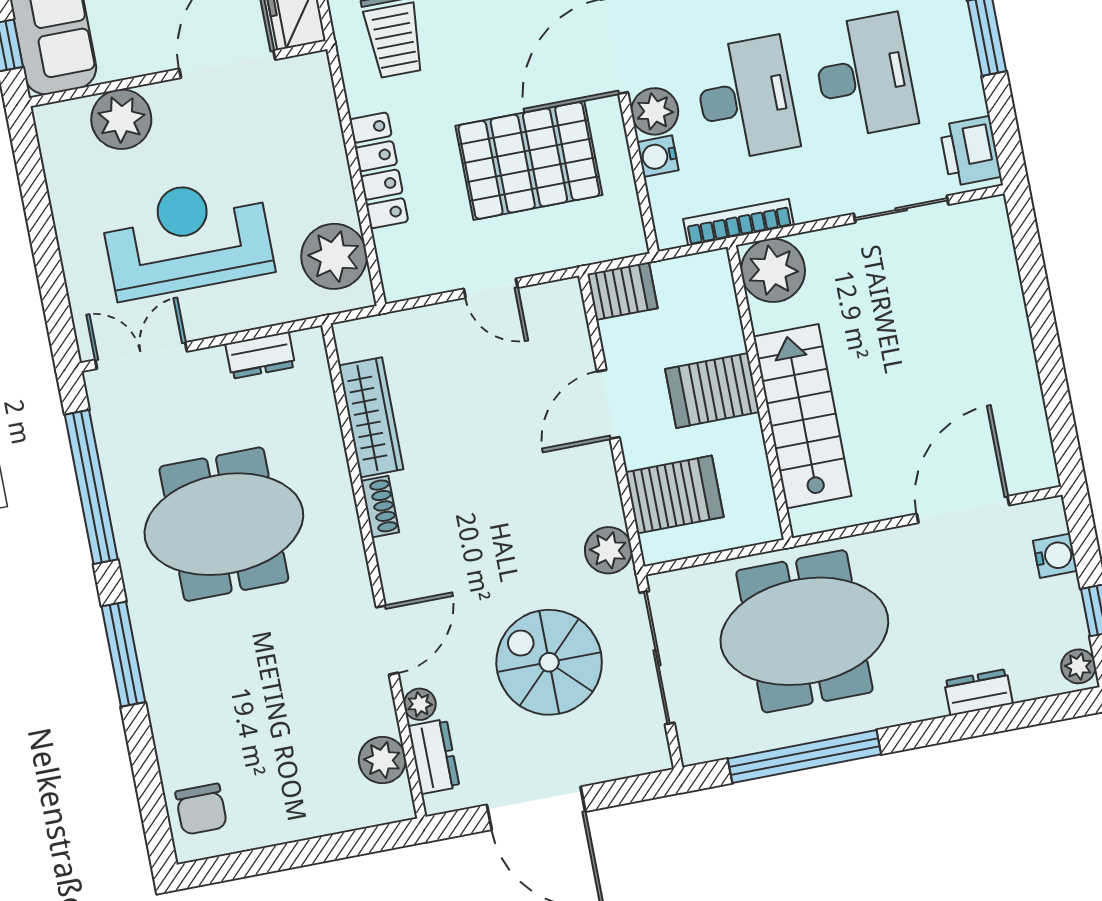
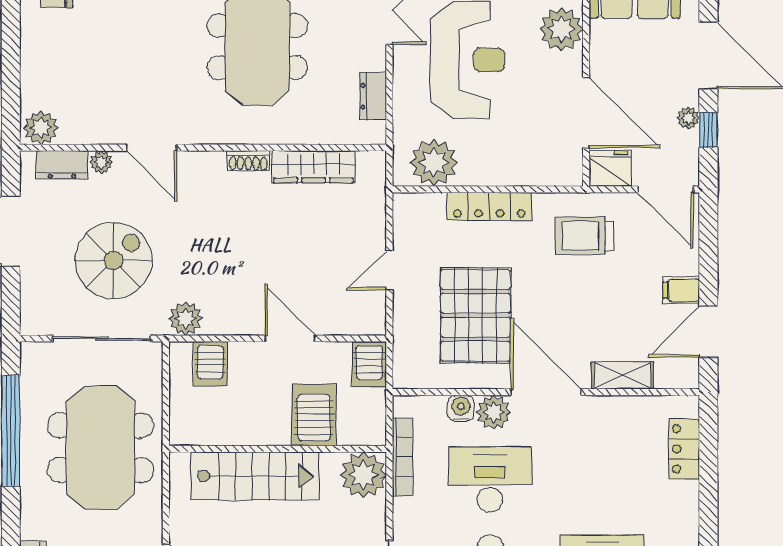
desk: (746, 99) -> (490, 479), turned 180
server rack: (712, 391) -> (314, 415), moved
server rack: (674, 495) -> (210, 364), width x0.73, depth x0.70
plant: (382, 760) -> (41, 128), moved

